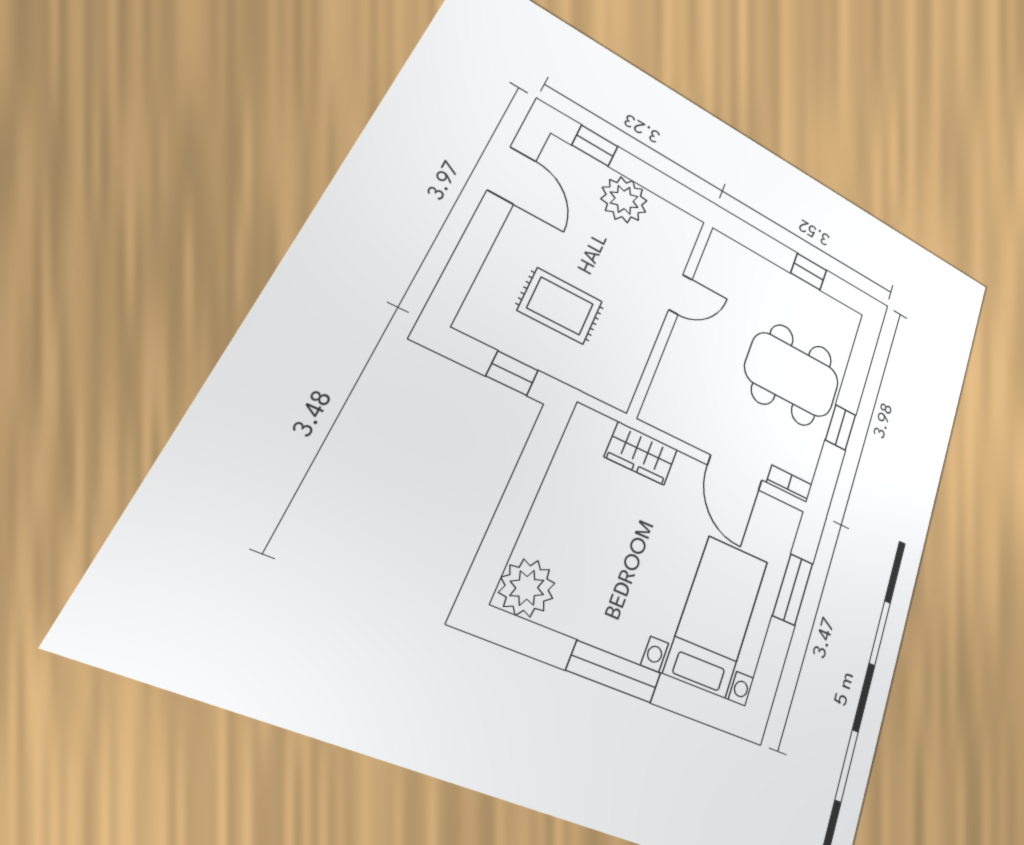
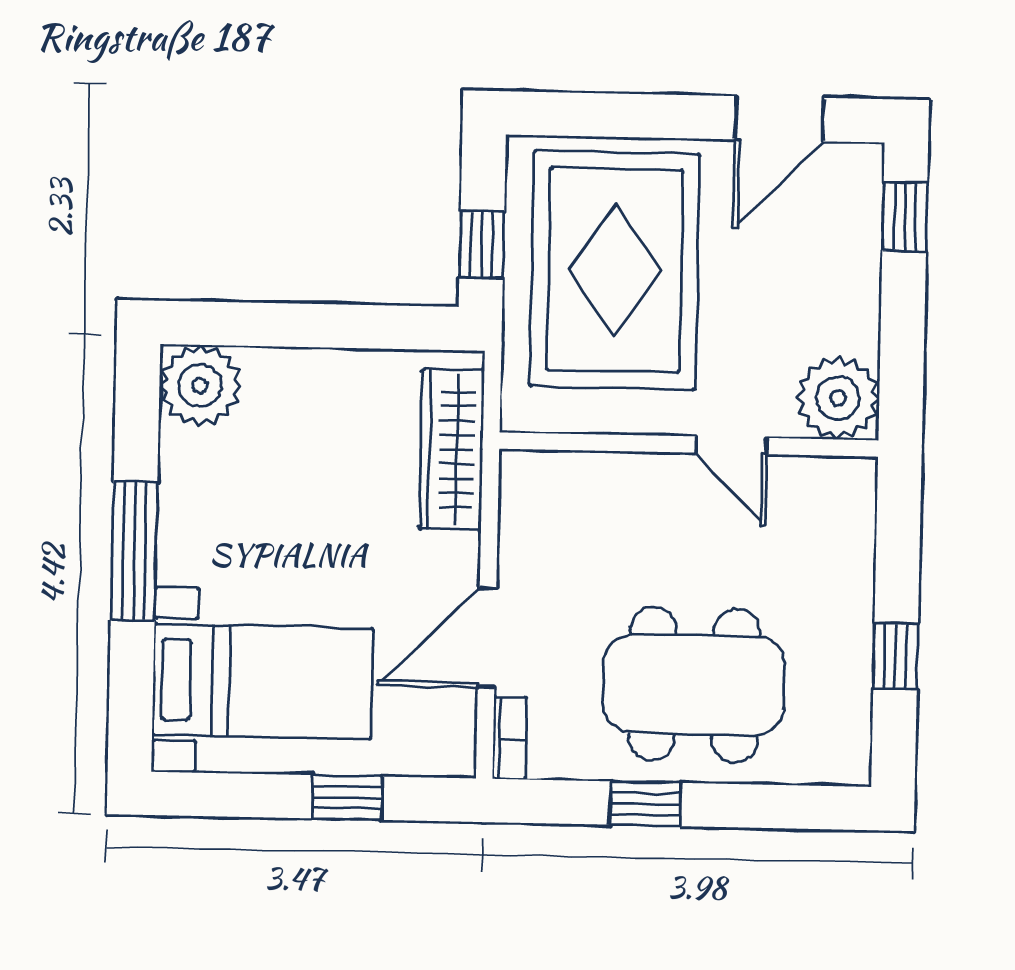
plant: (624, 200) -> (838, 398), moved
rug: (560, 306) -> (615, 270), width x1.86, depth x2.06
dining table: (792, 375) -> (694, 685), turned 90
wardrobe: (641, 453) -> (452, 449), width x1.50
window: (793, 589) -> (347, 798), width x0.67

